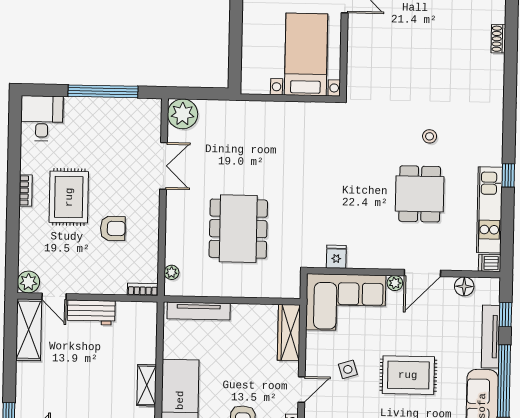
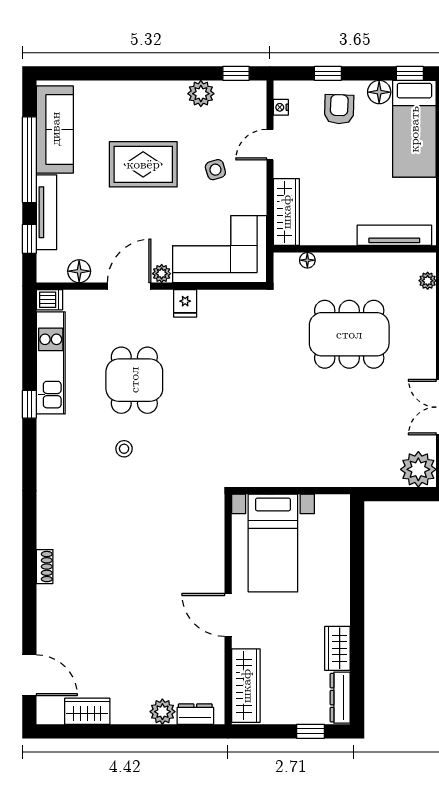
dining table: (238, 229) -> (349, 334), turned 90
fridge: (336, 257) -> (185, 303), moved
floor lamp: (272, 292) -> (307, 260), added

